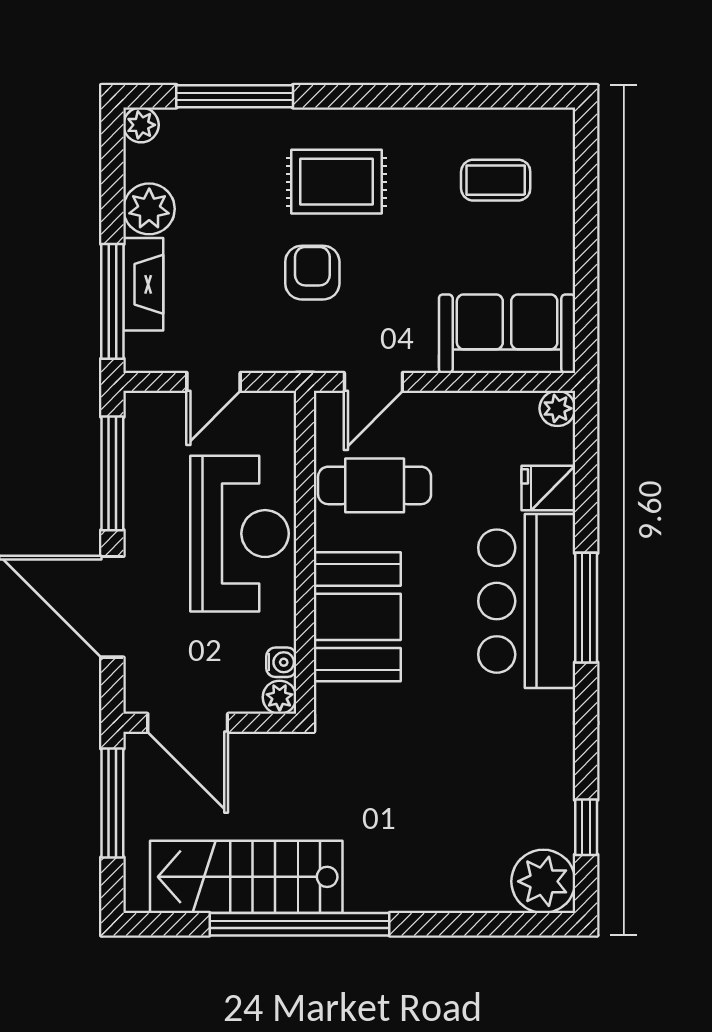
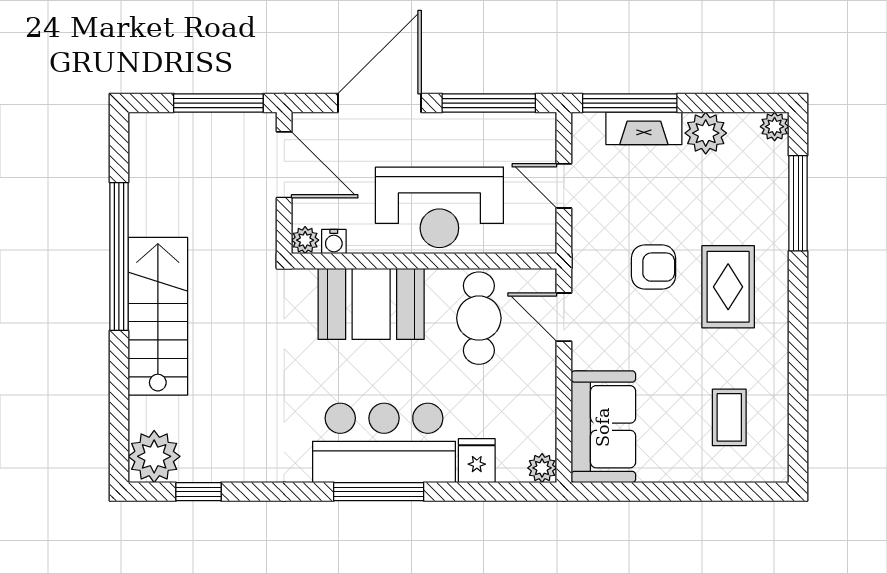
door: (188, 723) -> (284, 165), swing flipped
stairs: (246, 877) -> (158, 316), moved

